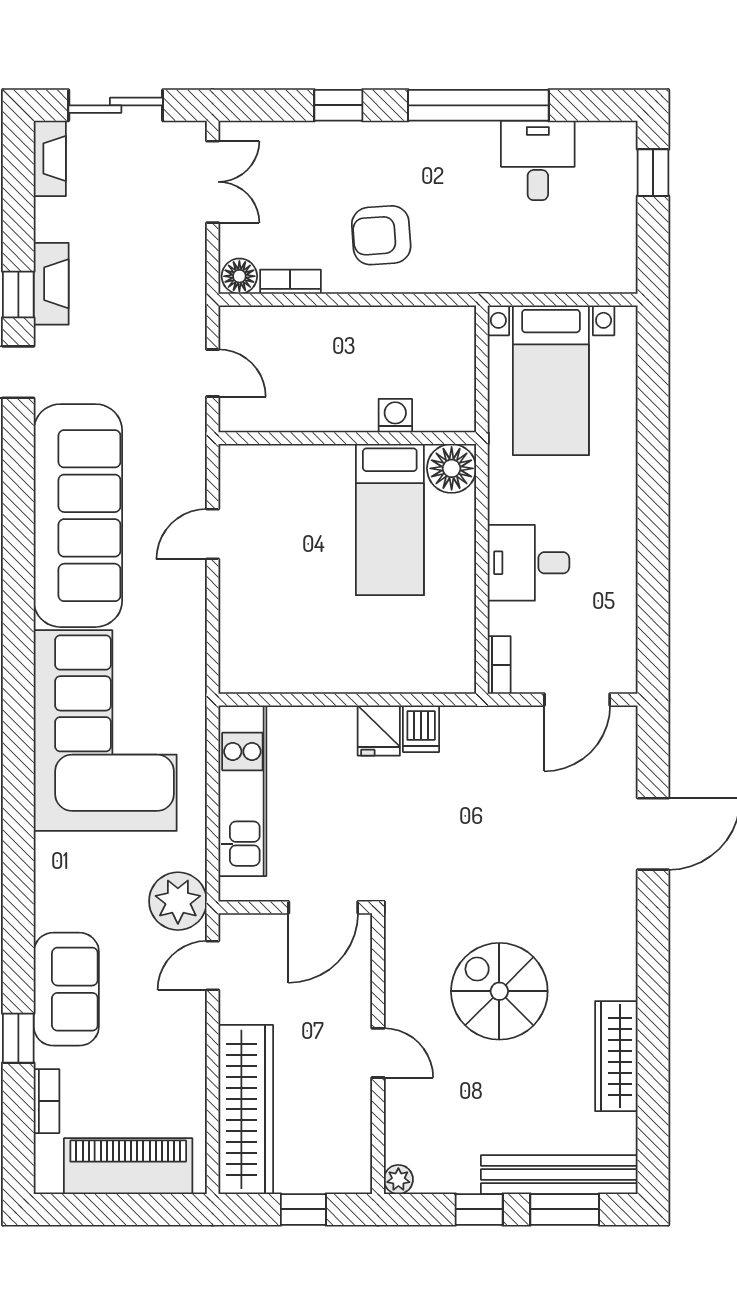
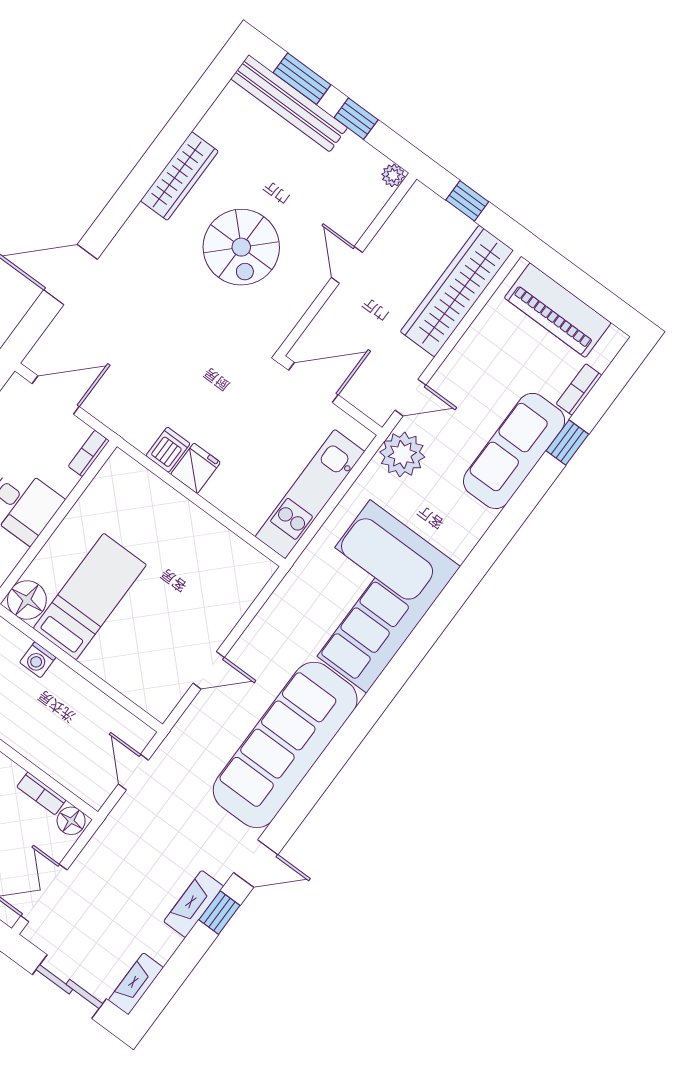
sofa: (66, 989) -> (514, 451), width x1.36
wardrobe: (616, 1056) -> (179, 176), moved

